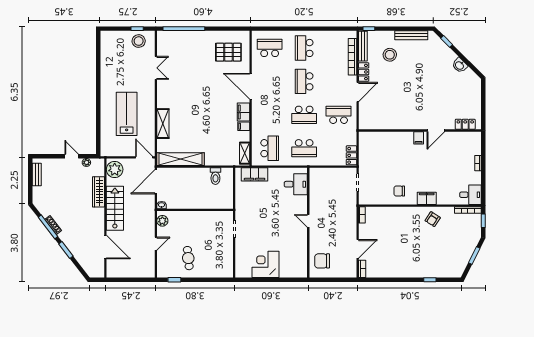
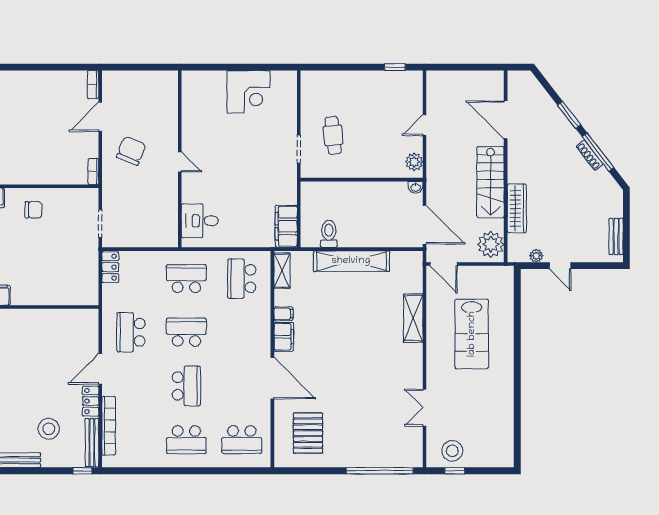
school desk: (304, 48) -> (186, 440), turned 90
pallet: (228, 52) -> (308, 433), turned 90
school desk: (339, 115) -> (131, 332), turned 90
shelving: (180, 159) -> (351, 261), moved
filing cabinet: (255, 174) -> (286, 226), moved, turned -90
door: (156, 182) -> (425, 225), hinge flipped
cafe table: (188, 258) -> (333, 135), moved
chair: (322, 261) -> (131, 151), moved, turned -68

